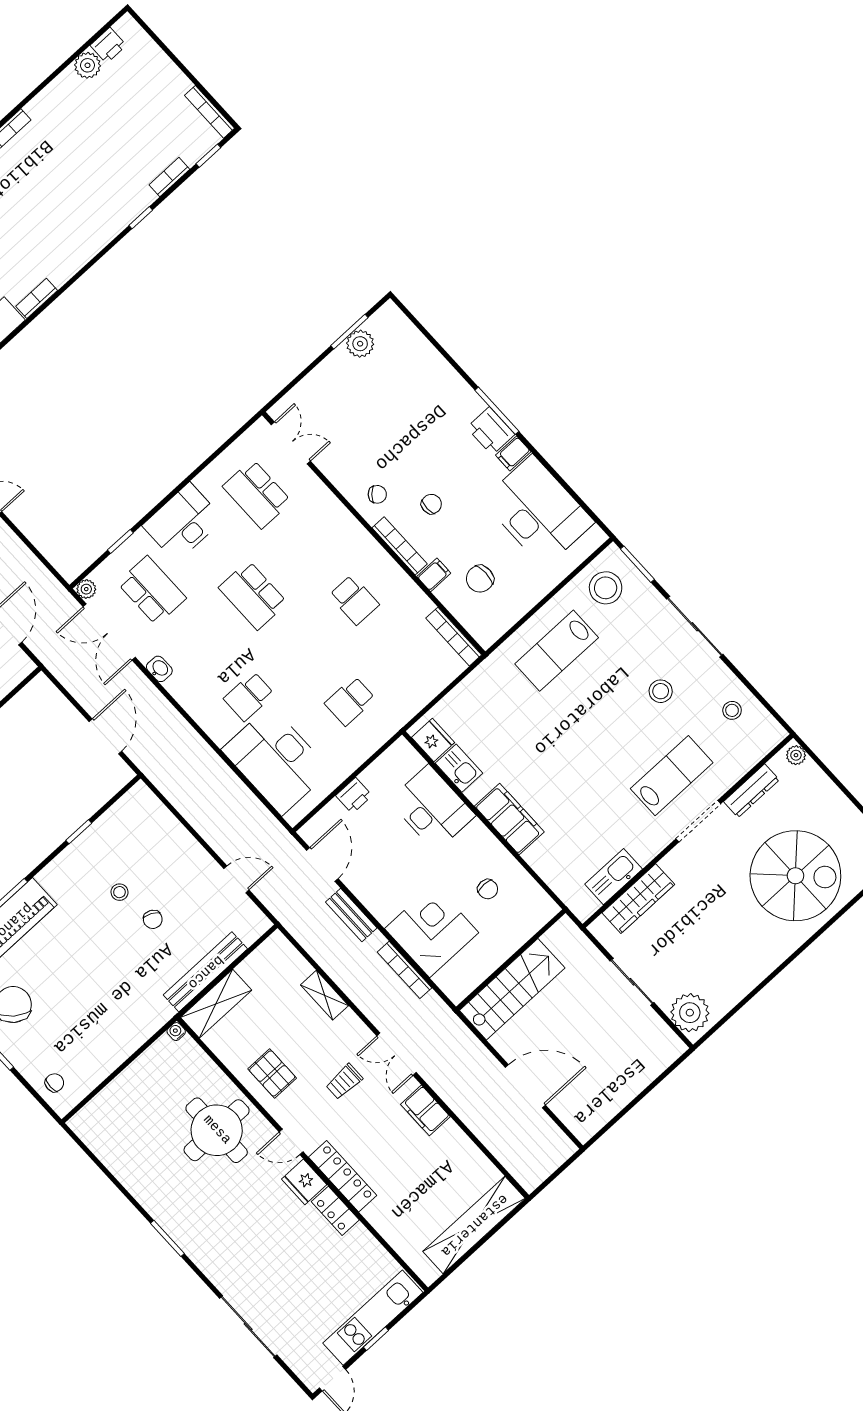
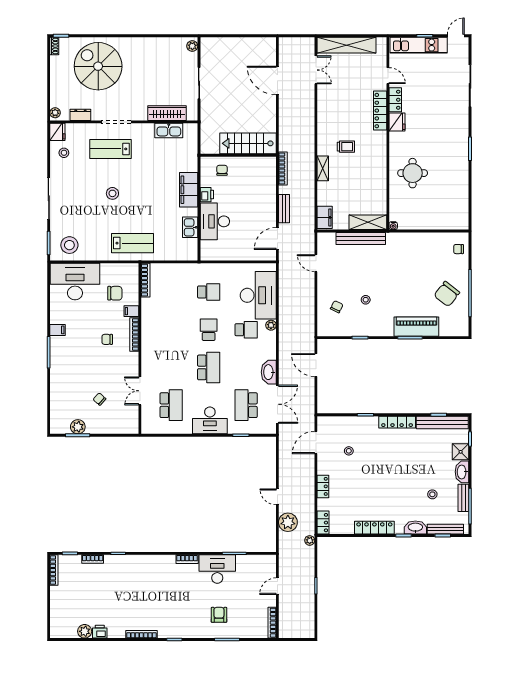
printer: (108, 45) -> (100, 632), moved
printer: (491, 431) -> (58, 347), removed
double door: (291, 443) -> (140, 391), moved
chair: (377, 494) -> (99, 399), moved
desk: (538, 511) -> (75, 282), moved, turned 90
plant: (86, 589) -> (271, 325), moved
school desk: (354, 600) -> (209, 330), moved
lab bench: (557, 651) -> (133, 243), moved
washbasin: (159, 669) -> (269, 372), width x1.91, depth x1.45
stool: (661, 691) -> (112, 193), moved
door: (105, 736) -> (316, 365), hinge flipped
fridge: (433, 740) -> (57, 132), moved, turned 180
dresser: (751, 791) -> (80, 115), width x0.70
printer: (354, 796) -> (207, 195), moved, turned 90
chair: (153, 919) -> (337, 307), moved
corner desk: (432, 931) -> (258, 174), removed
wall: (511, 960) -> (238, 155), moved
stairs: (512, 989) -> (248, 143), moved
shelving: (325, 995) -> (323, 168), moved
plant: (690, 1013) -> (192, 46), width x0.53, depth x0.53
double door: (397, 1054) -> (316, 70), moved
pallet: (272, 1073) -> (371, 175), removed
filing cabinet: (425, 1110) -> (325, 217), moved
round table: (217, 1130) -> (413, 173), width x0.73, depth x0.73
door: (291, 1142) -> (388, 76), moved

